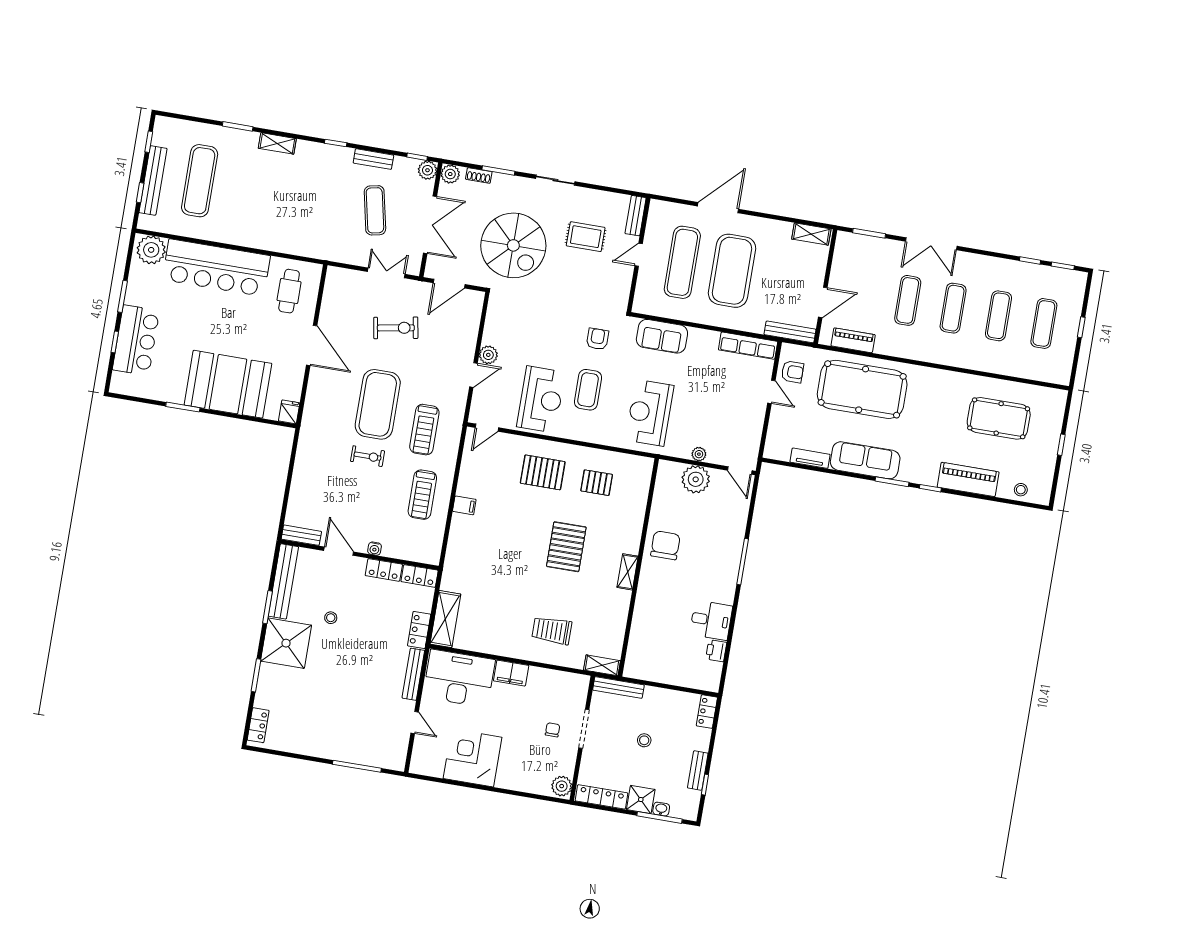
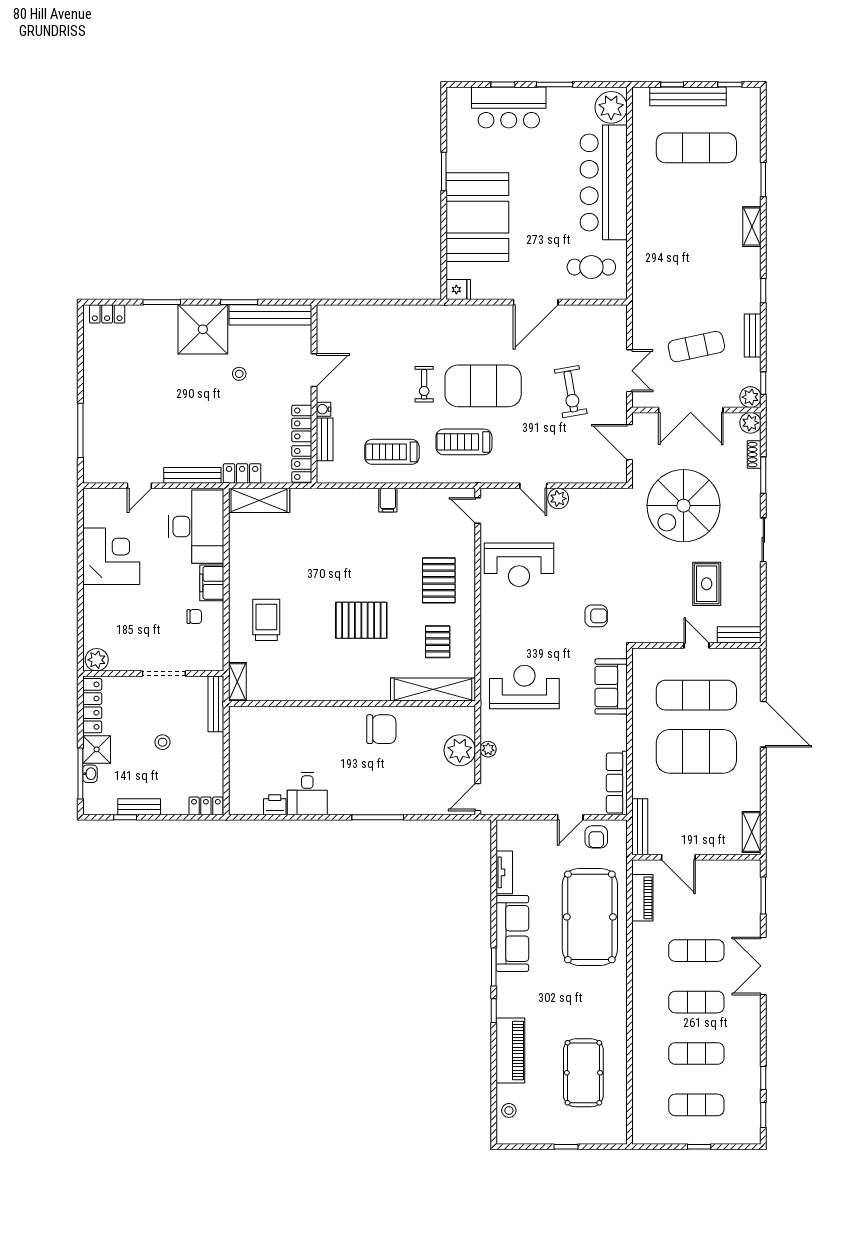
coffee table: (588, 390) -> (538, 615), removed
bench: (301, 535) -> (325, 439), moved
shelving: (628, 572) -> (433, 690), moved, width x2.20, depth x1.33
chair: (552, 730) -> (194, 617), moved

